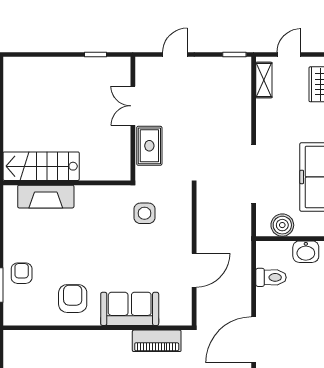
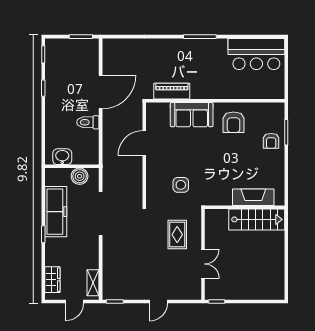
double door: (133, 106) -> (203, 264), moved
wall: (133, 119) -> (203, 254), moved
toilet: (271, 277) -> (88, 122), moved

